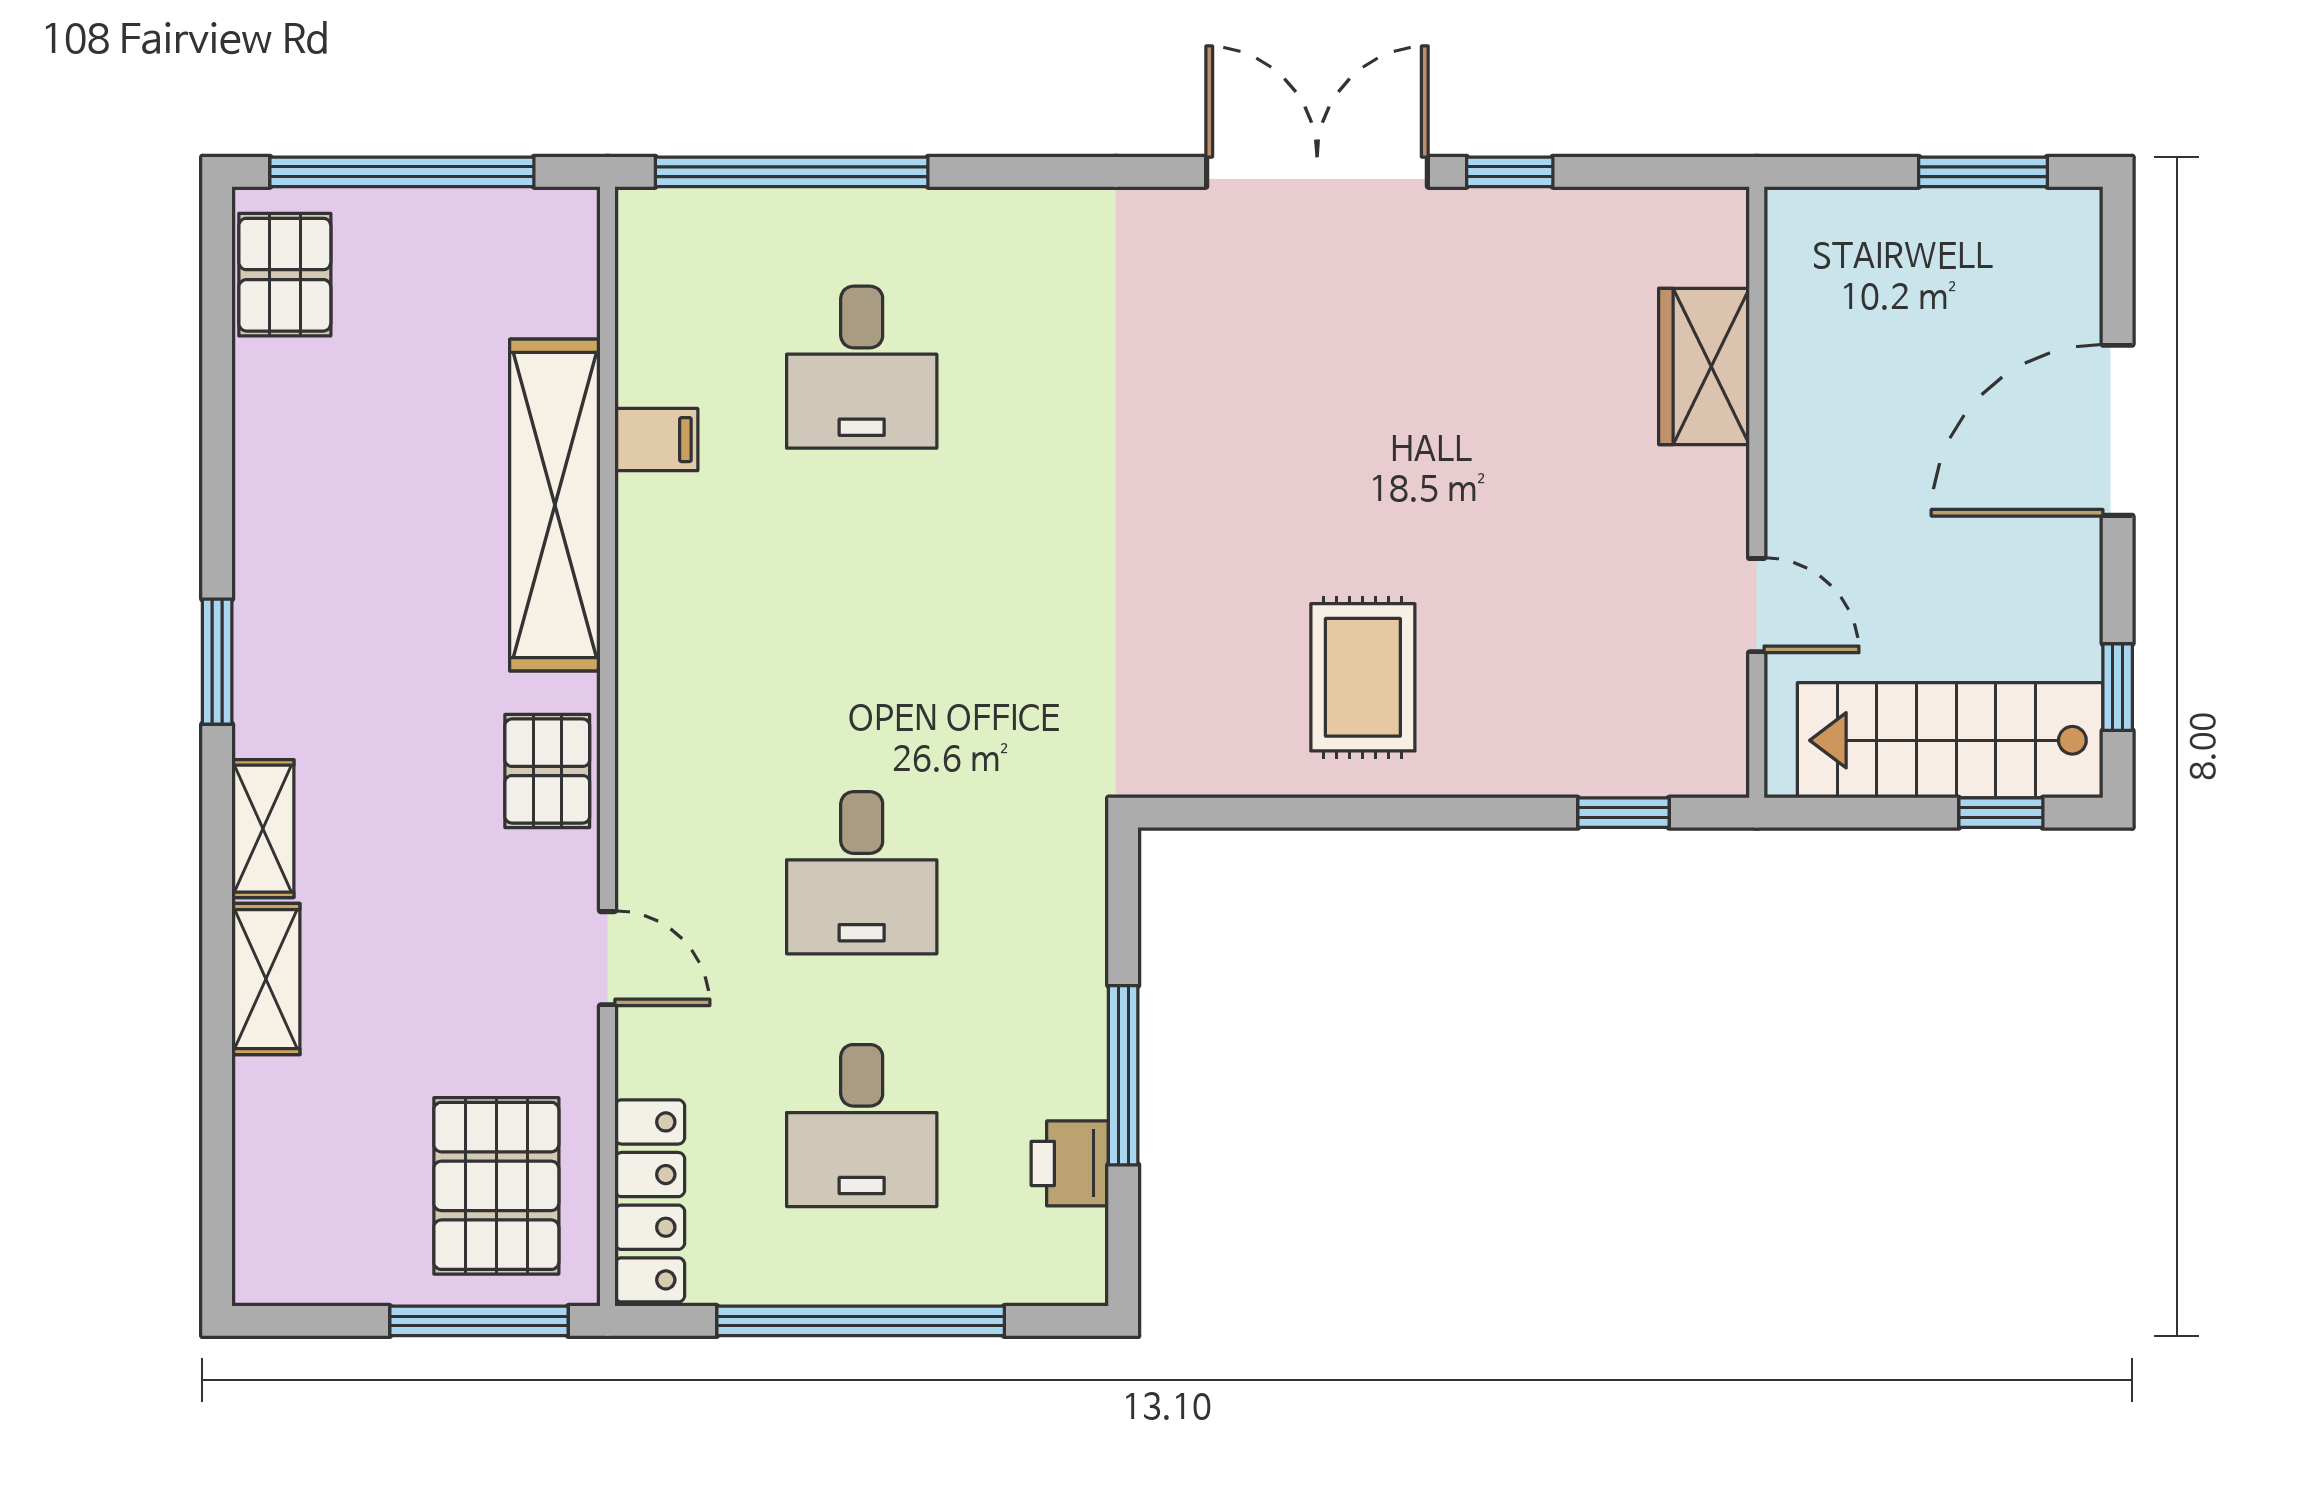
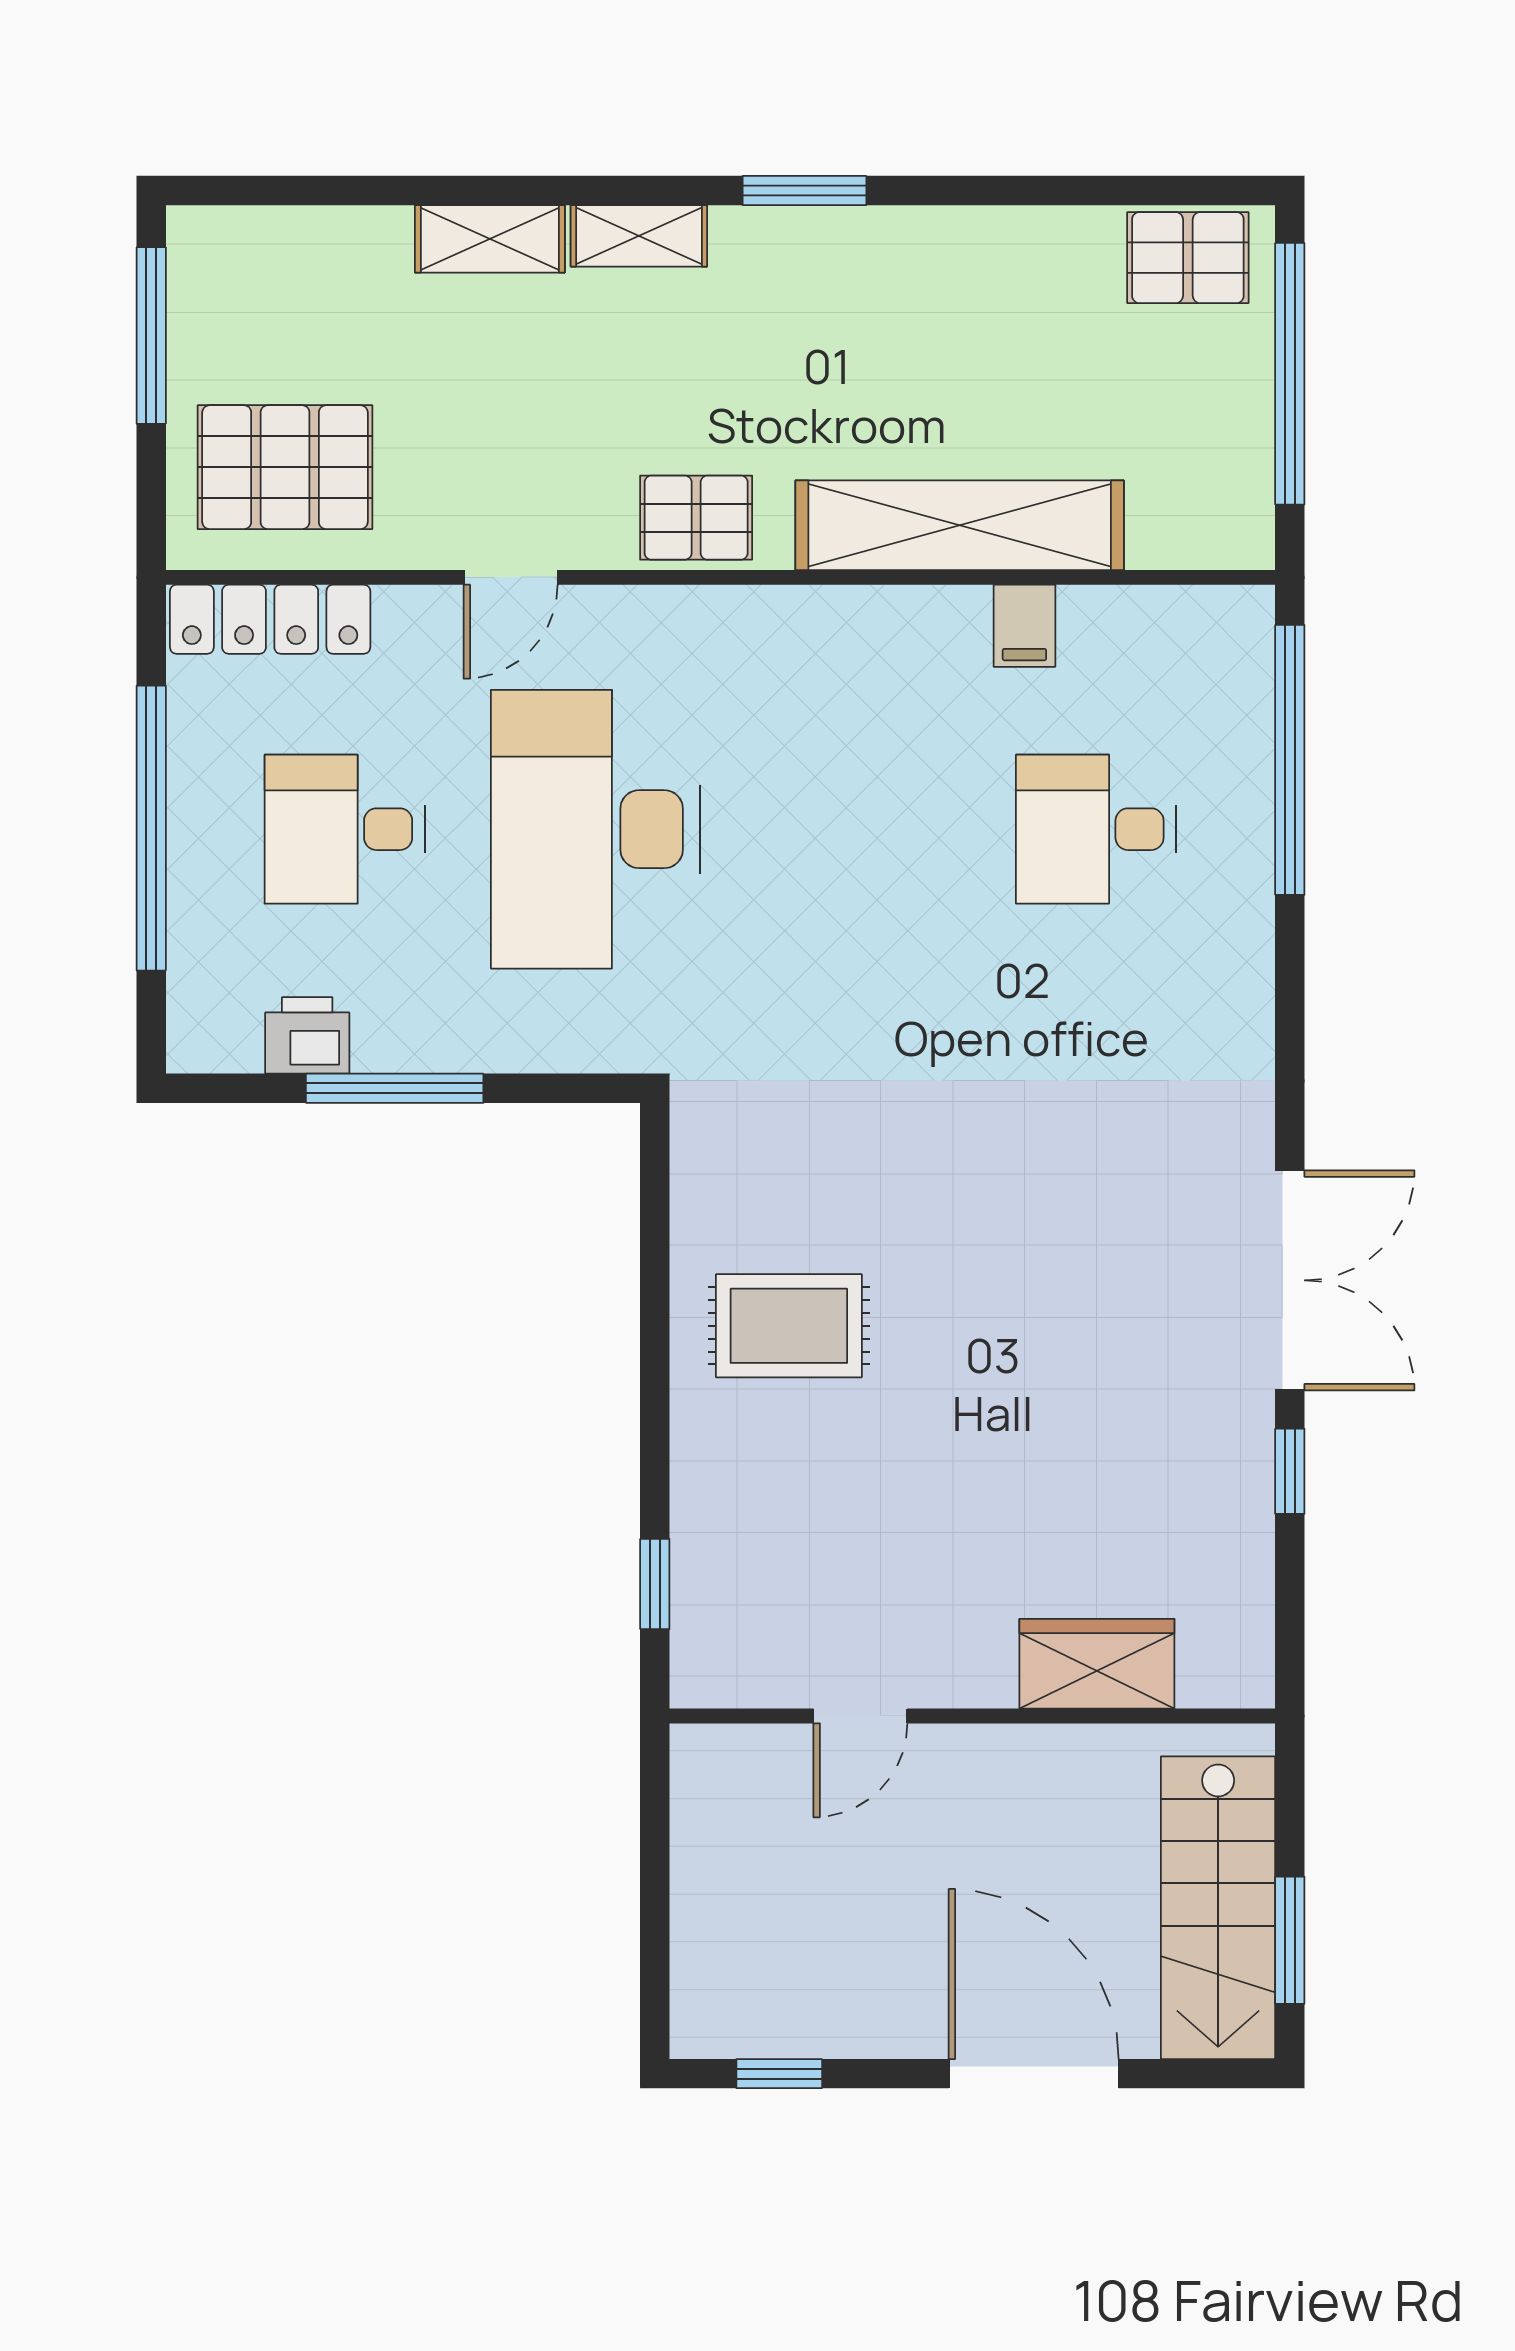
stairs: (1950, 740) -> (1218, 1908), moved, turned 180
window: (2001, 813) -> (655, 1958), removed
desk: (862, 873) -> (595, 829), width x1.87, depth x1.30
window: (479, 1321) -> (151, 336), moved

